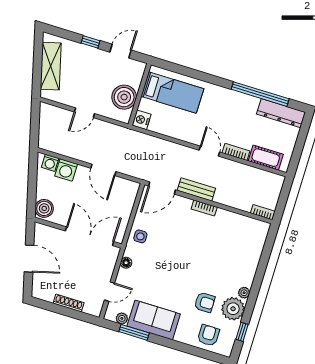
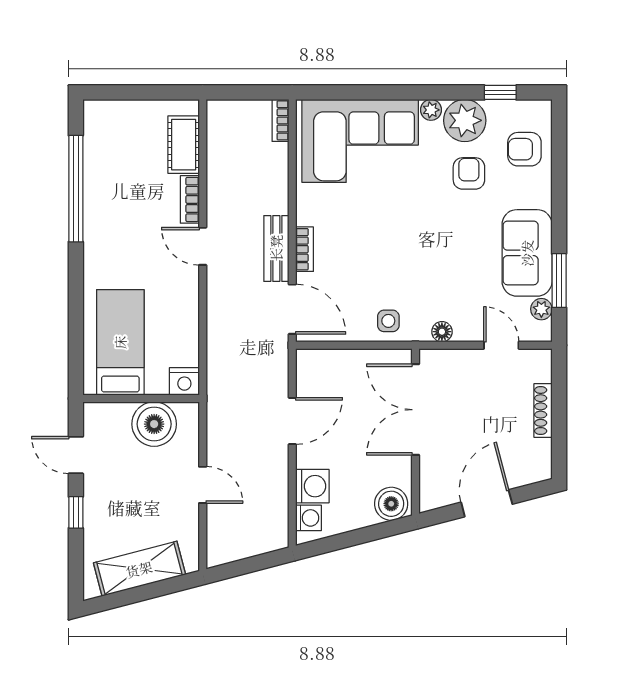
dresser: (281, 113) -> (98, 142), removed
door: (209, 151) -> (203, 246), hinge flipped
bookcase: (204, 208) -> (305, 249), moved
corner sofa: (239, 251) -> (360, 141), added

